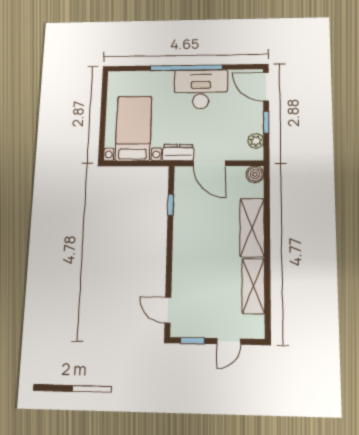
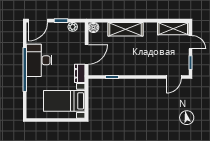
shelving: (253, 286) -> (173, 29), moved

